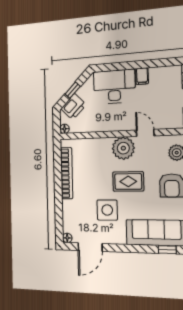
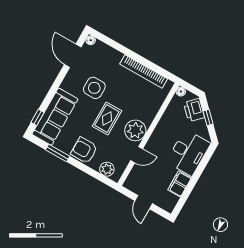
filing cabinet: (142, 76) -> (180, 184), width x2.00

